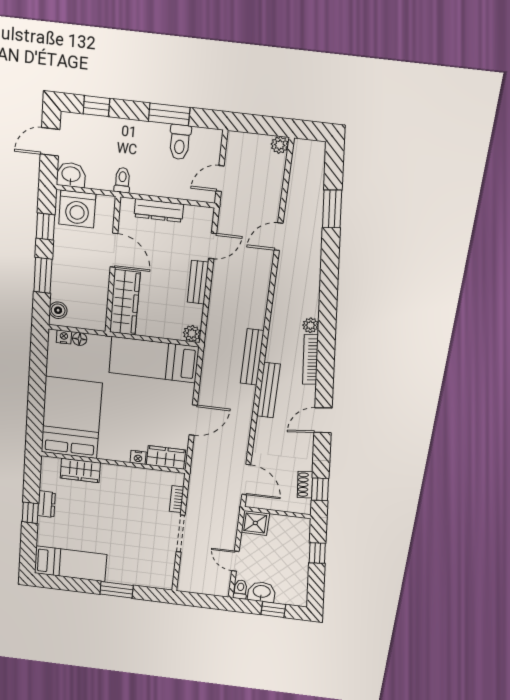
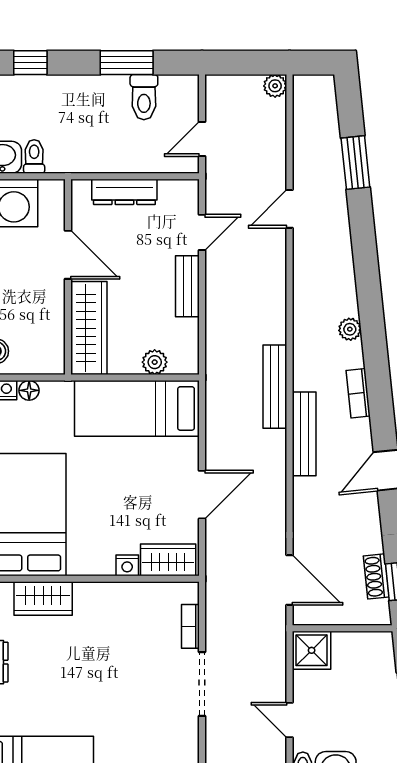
toilet: (122, 180) -> (34, 156), moved
plant: (192, 333) -> (155, 362), moved
bookcase: (310, 360) -> (358, 393), width x0.64

